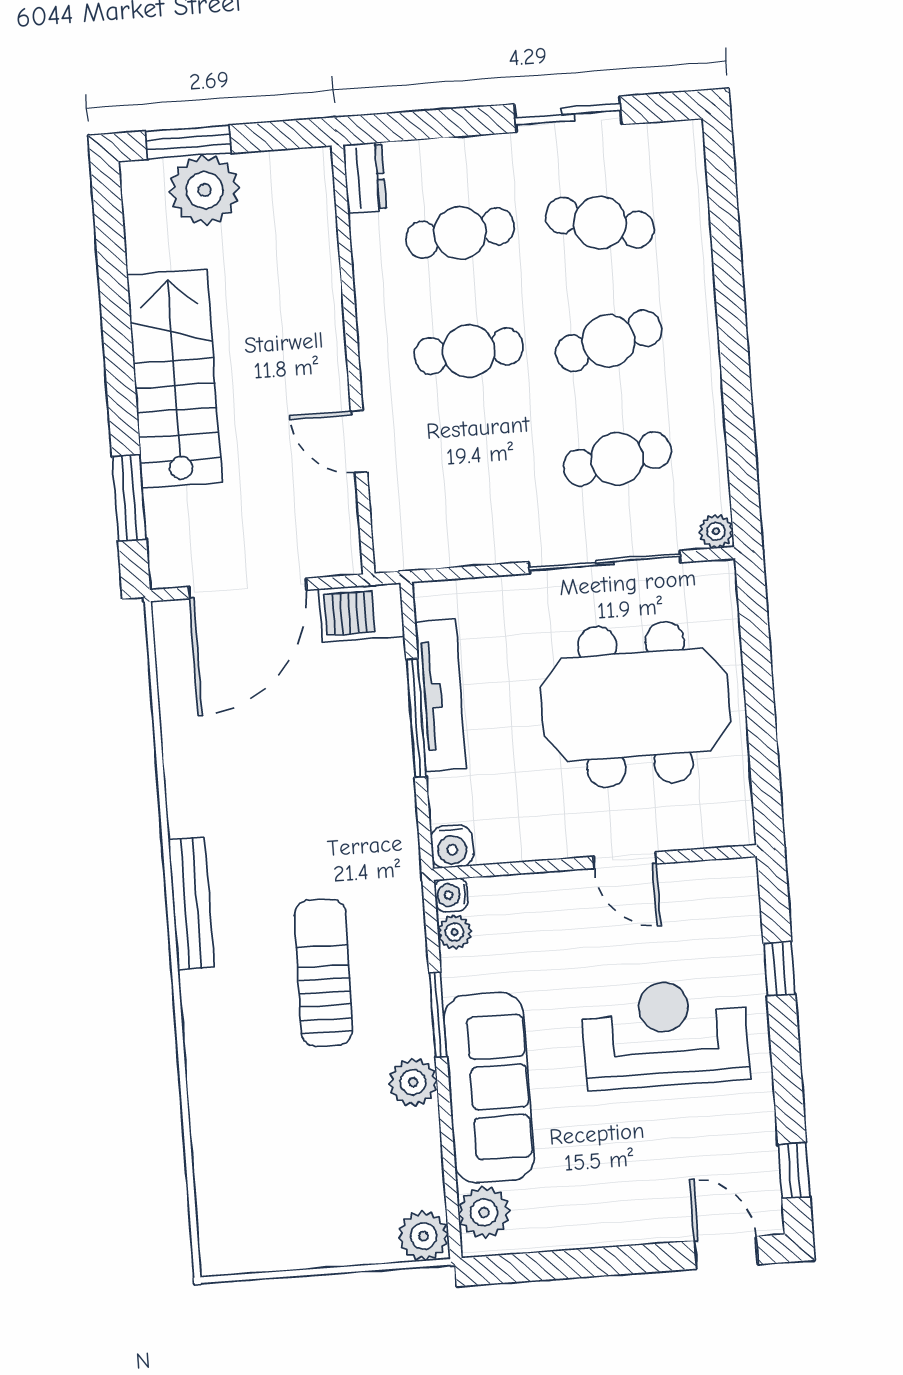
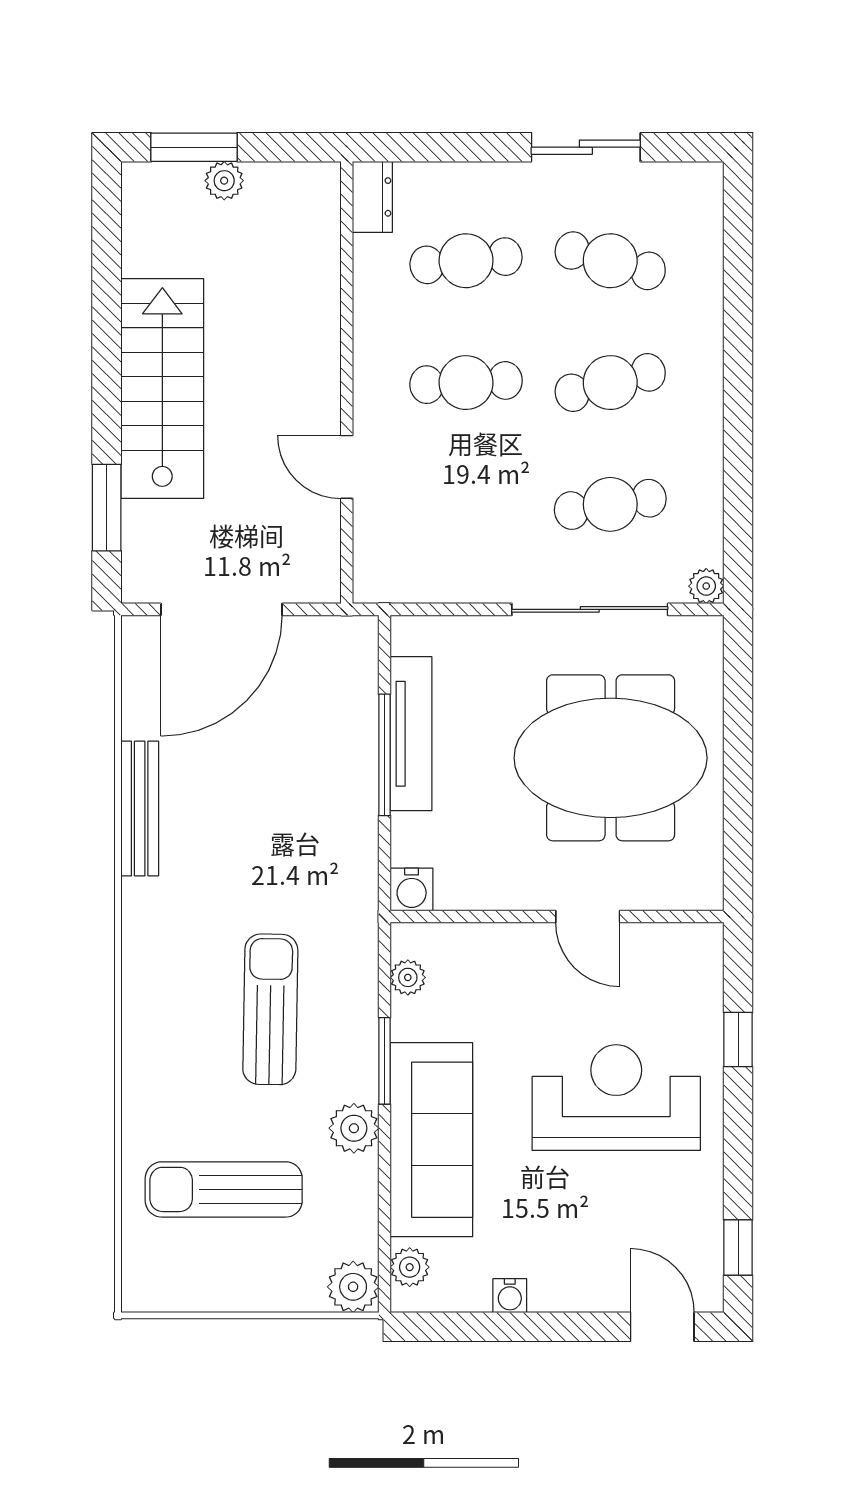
plant: (205, 190) -> (224, 181), width x0.53, depth x0.53
barbecue: (362, 612) -> (337, 643), removed
water cooler: (451, 895) -> (510, 1296), moved, turned -90
bench: (191, 903) -> (140, 809), moved
sun lounger: (291, 1151) -> (224, 1189), added
plant: (484, 1212) -> (410, 1267), width x0.73, depth x0.73

